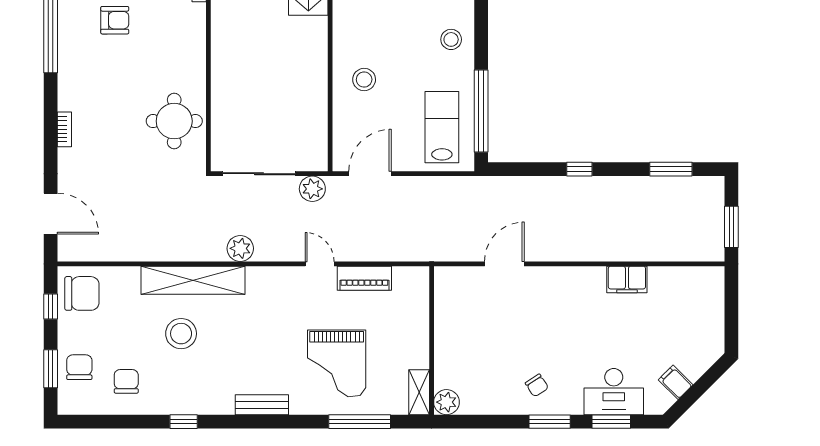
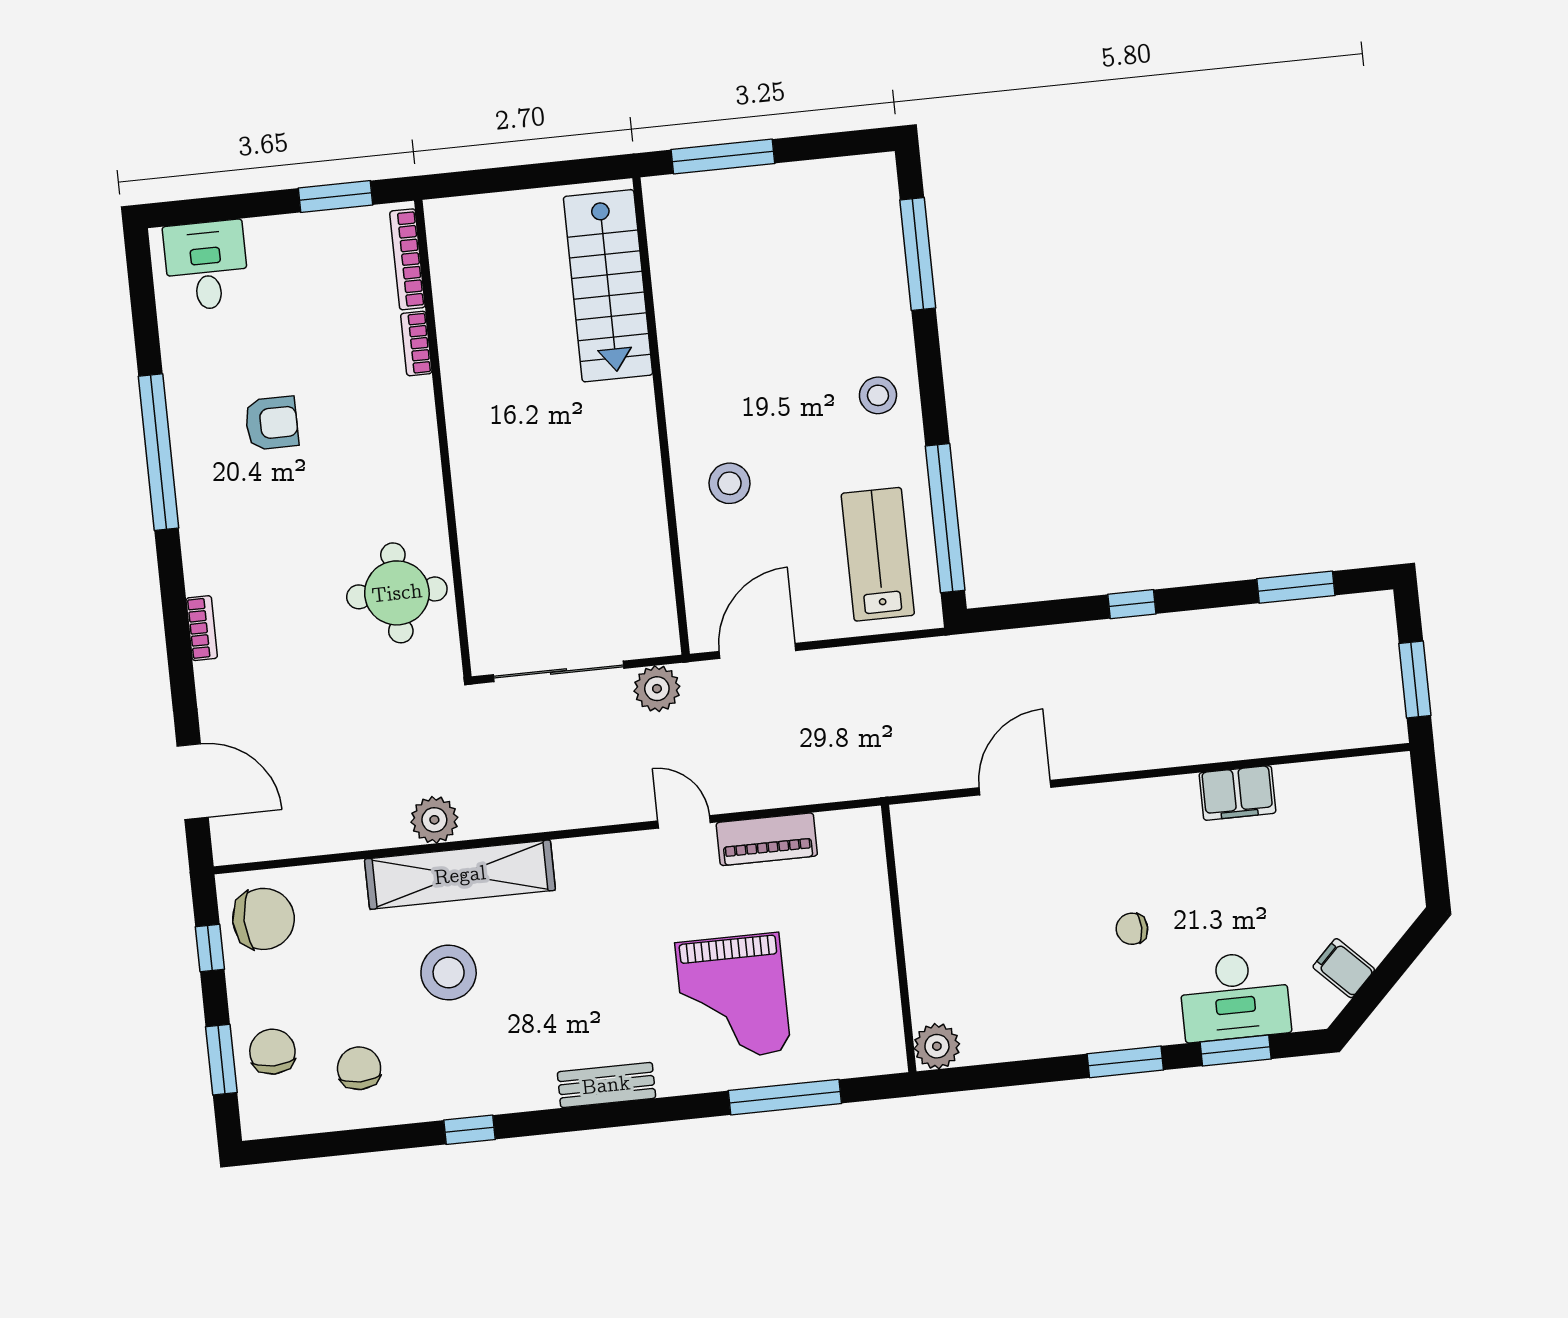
plant: (240, 248) -> (434, 820), moved
chair: (537, 385) -> (1132, 929), moved, turned 123
shelving: (419, 392) -> (886, 1033), removed

